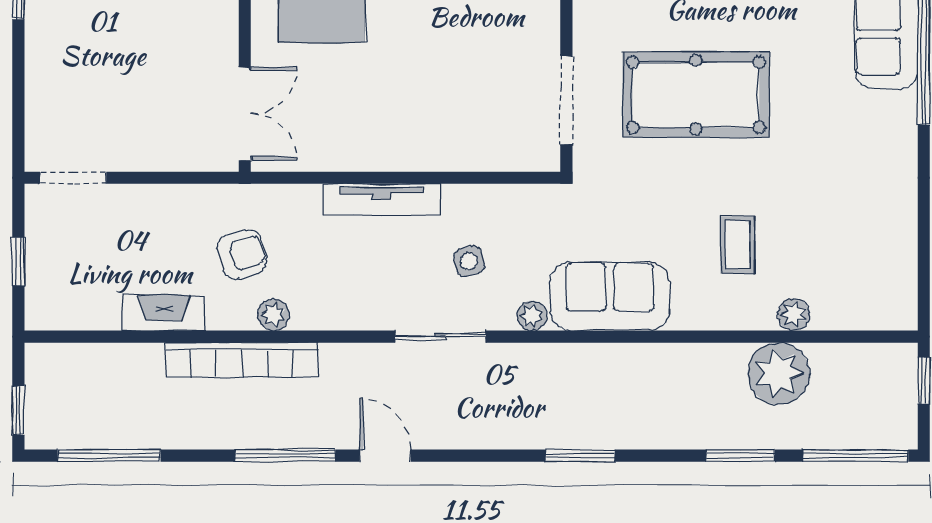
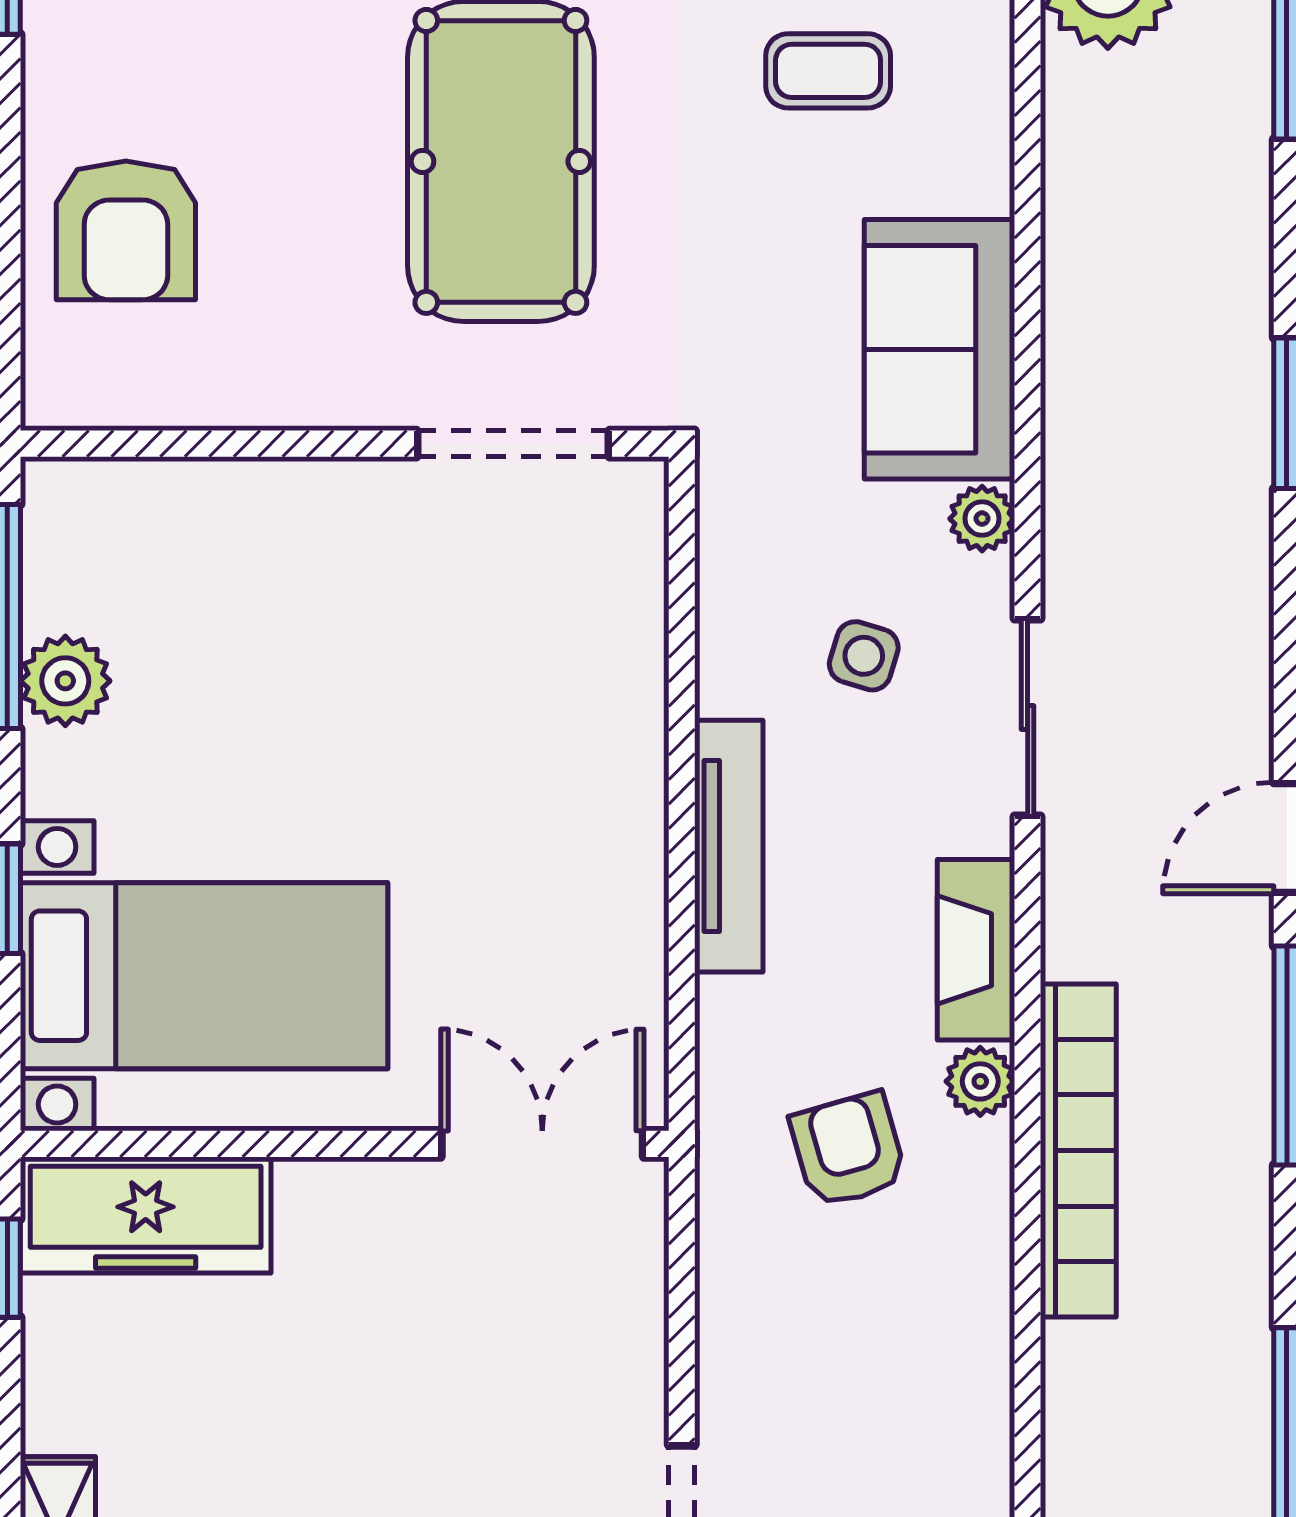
side table: (469, 261) -> (864, 656), turned 31
fireplace: (164, 313) -> (976, 950), moved

